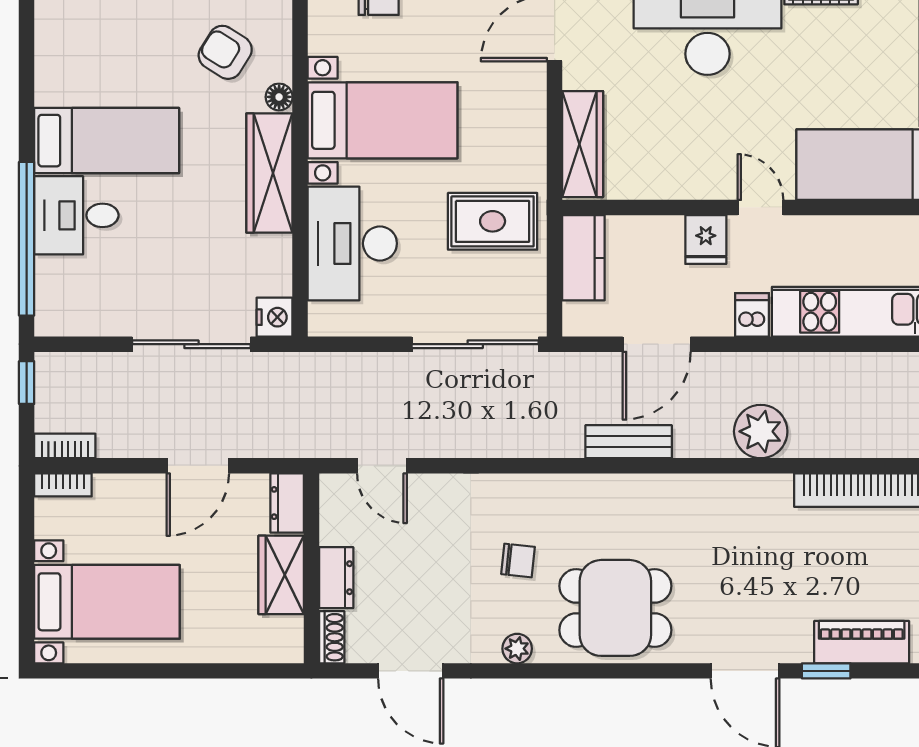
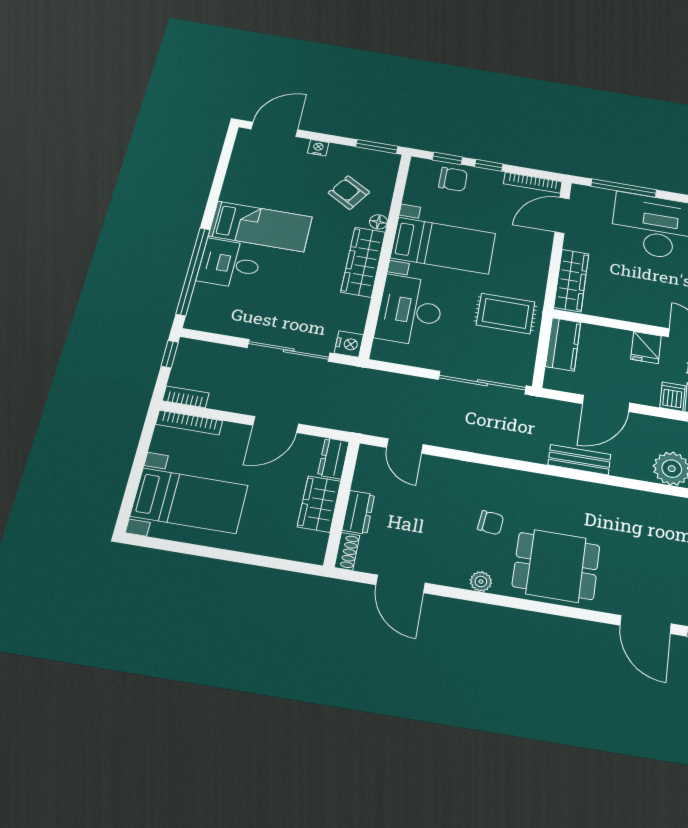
bookcase: (63, 485) -> (189, 423), width x1.56

